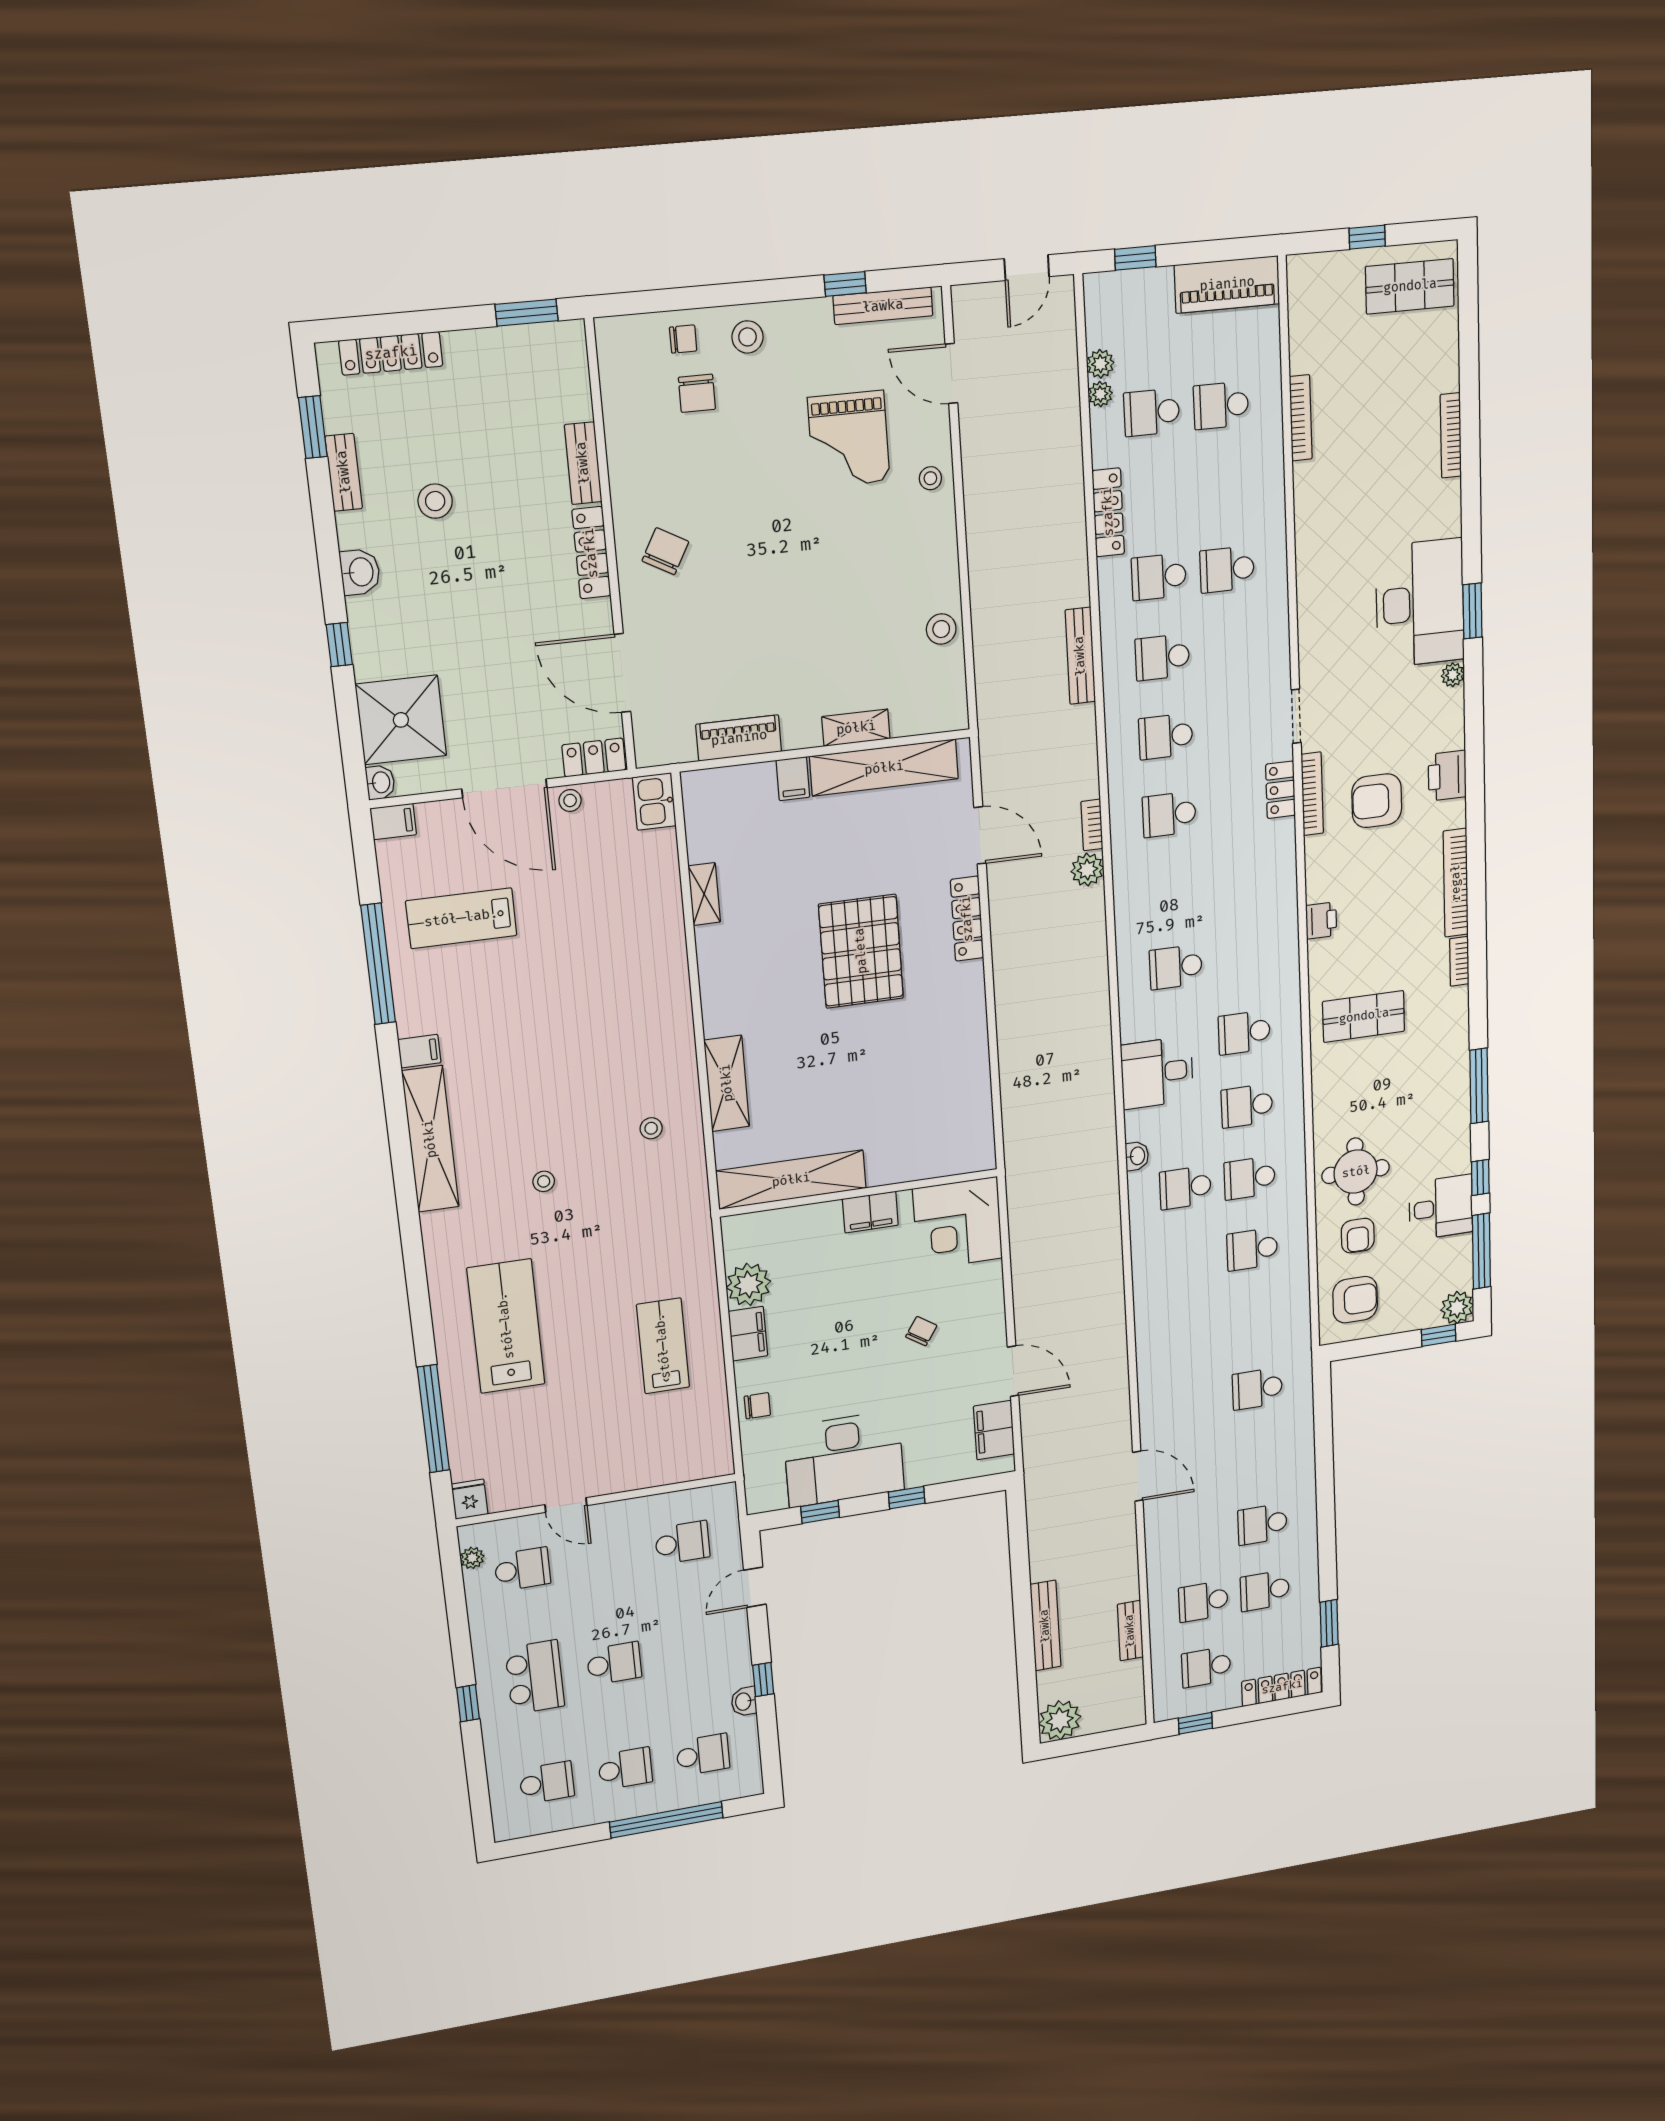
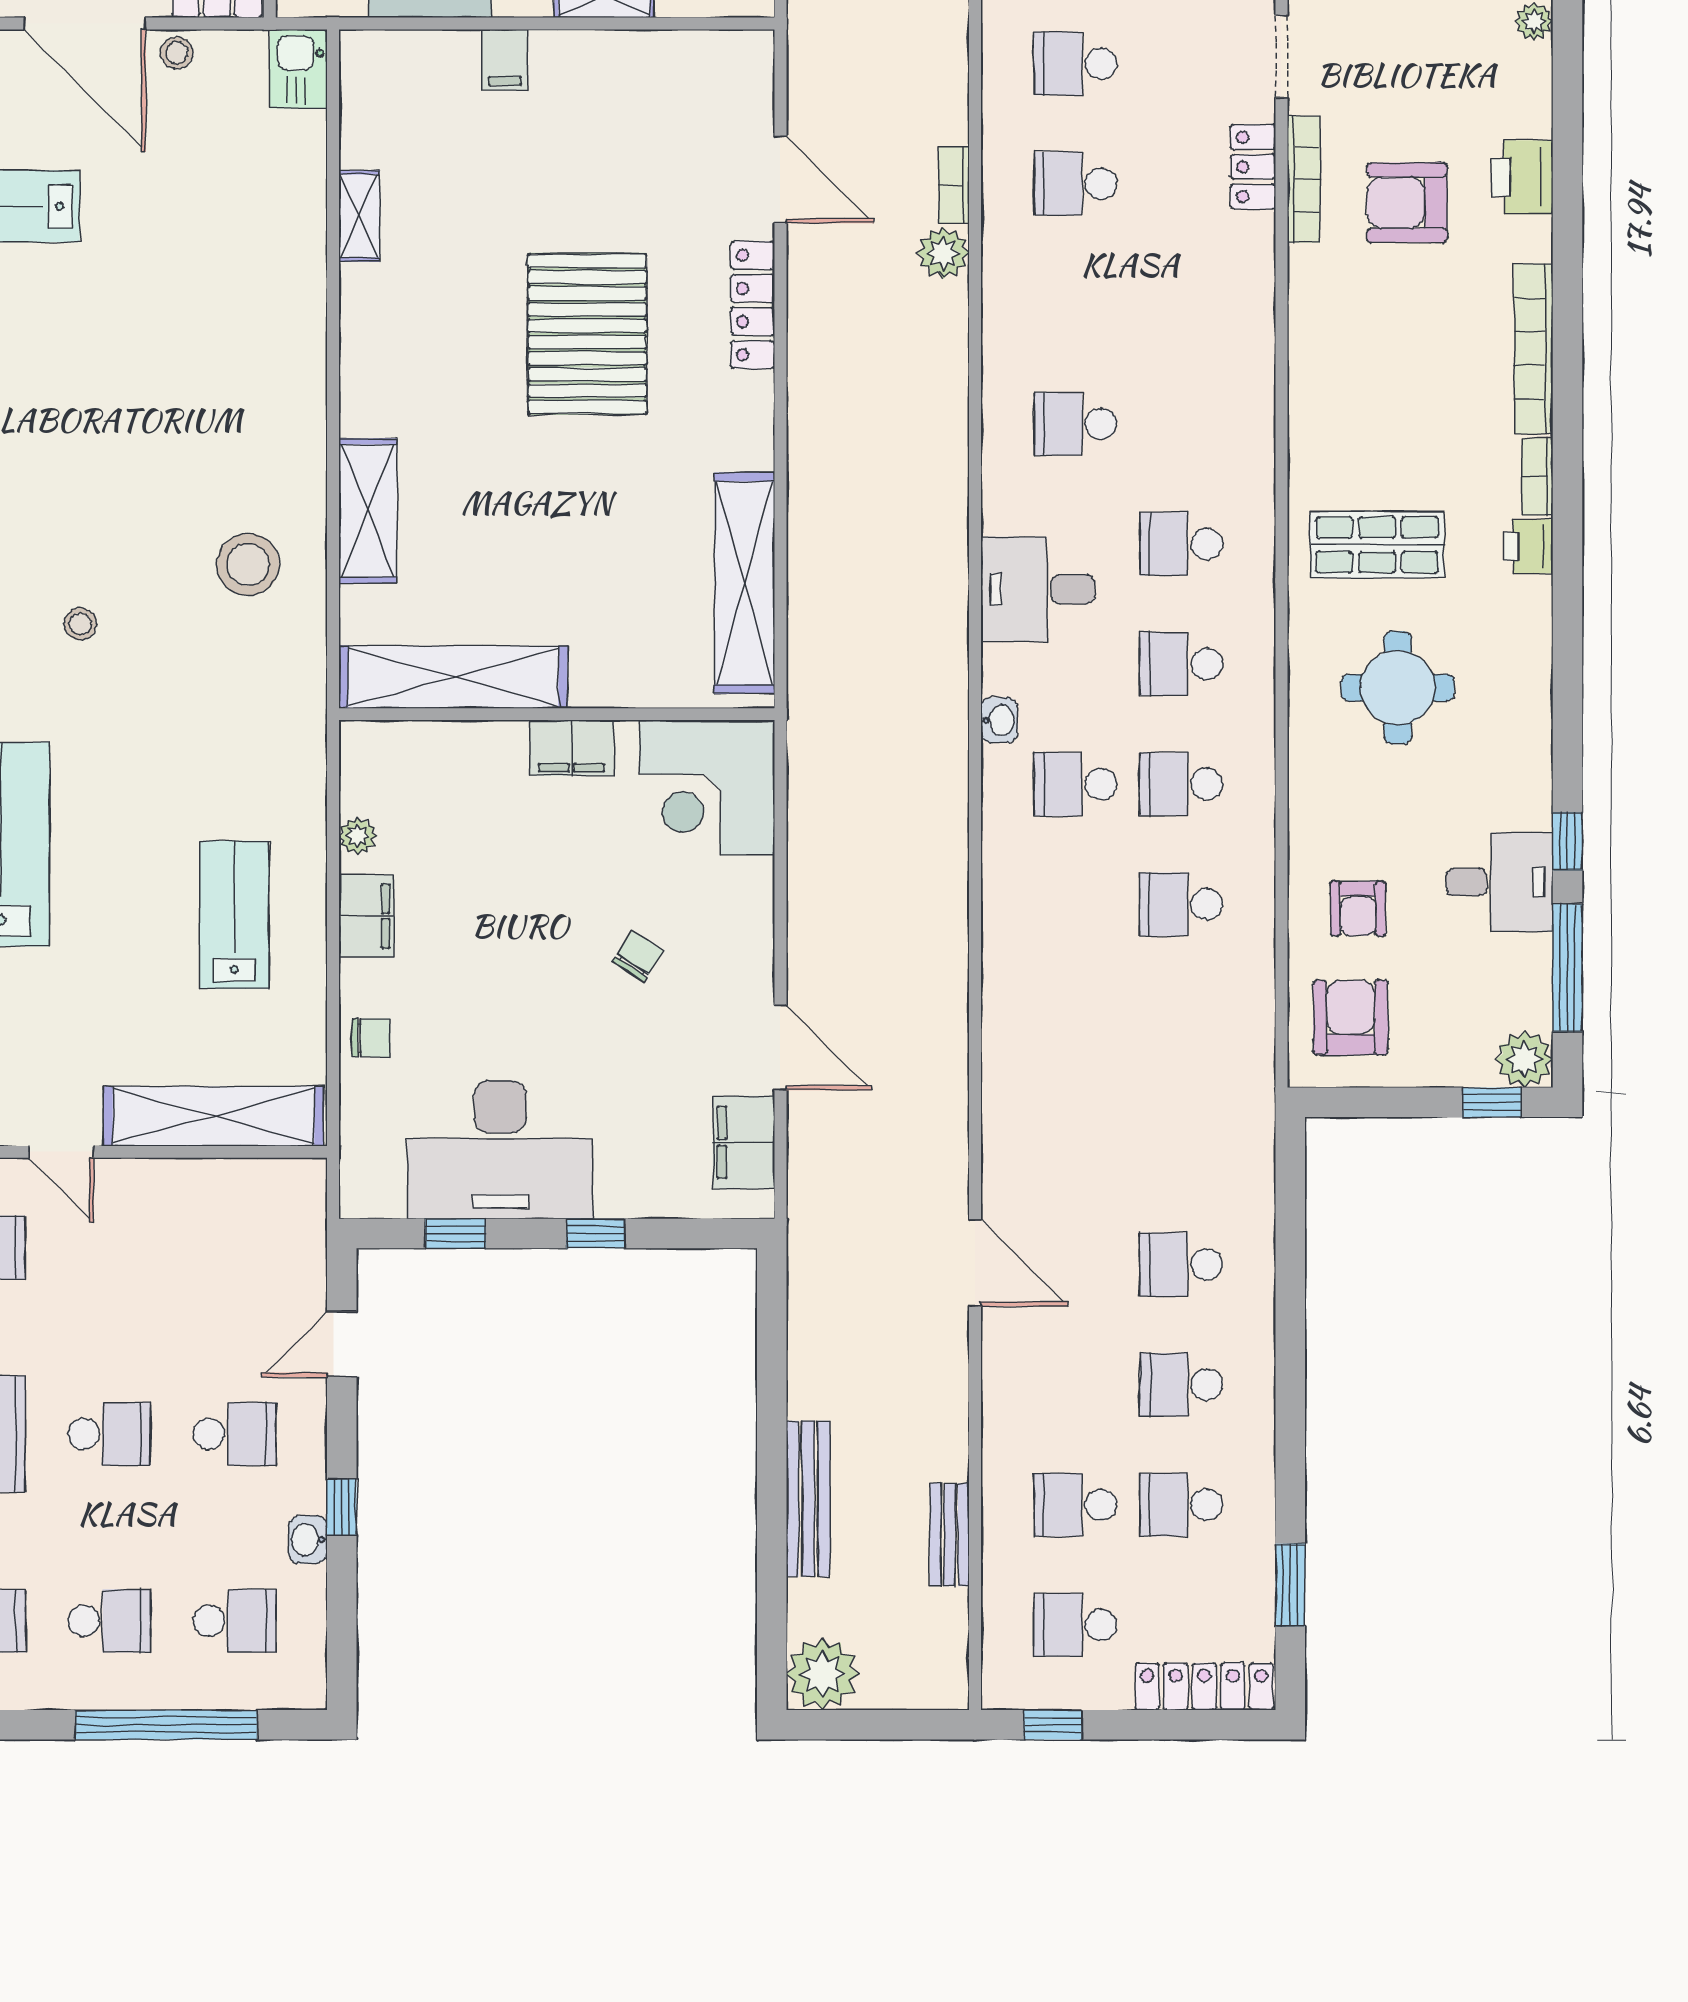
shelving: (884, 768) -> (745, 583), moved, turned 90
printer: (1321, 921) -> (1528, 546), moved, turned 180
window: (1479, 1086) -> (1567, 687), removed
stool: (651, 1128) -> (248, 564), width x1.89, depth x1.89
round table: (1356, 1172) -> (1398, 688), moved
plant: (748, 1284) -> (358, 836), width x0.53, depth x0.53
armchair: (1355, 1300) -> (1351, 1018), turned -90
school desk: (1257, 1389) -> (1181, 1265), moved
shelving: (661, 1468) -> (213, 1116), added
school desk: (682, 1543) -> (235, 1434), moved

